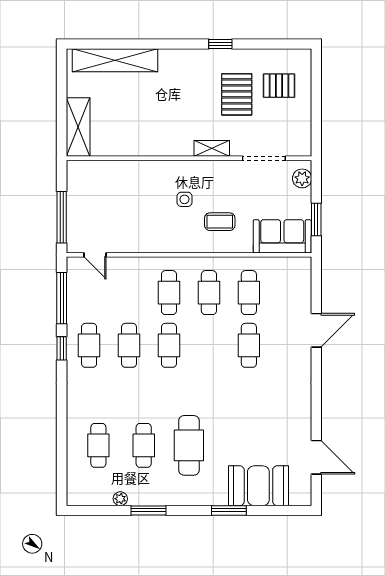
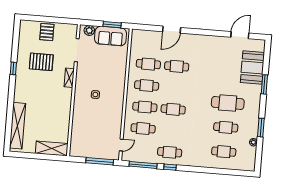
pallet: (279, 86) -> (47, 32), moved
coffee table: (220, 222) -> (109, 77), removed
sofa: (282, 236) -> (111, 36), moved, turned -90
door: (316, 330) -> (172, 30), swing flipped
cafe table: (129, 345) -> (143, 128), moved

